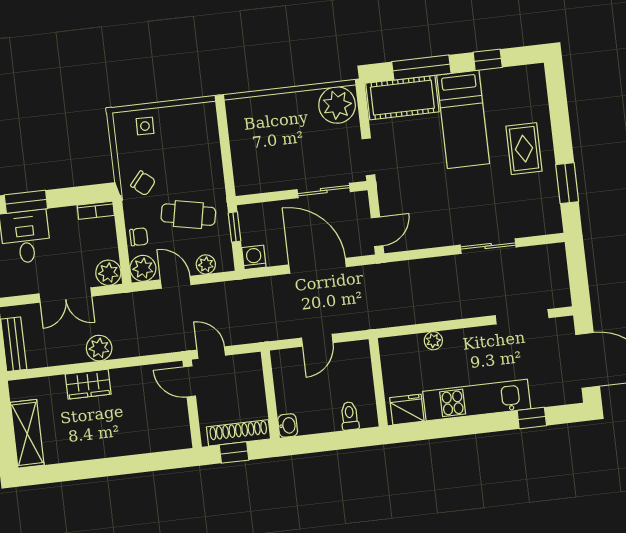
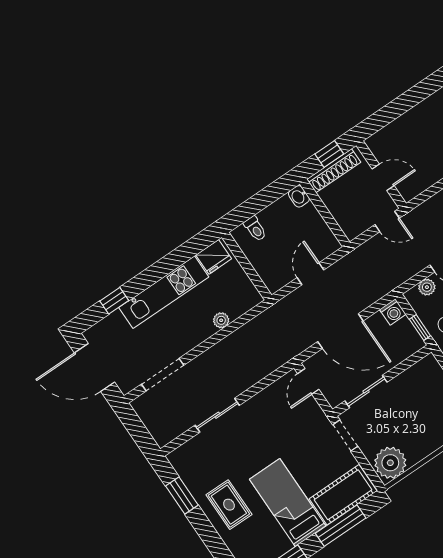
door: (190, 381) -> (383, 177), moved

